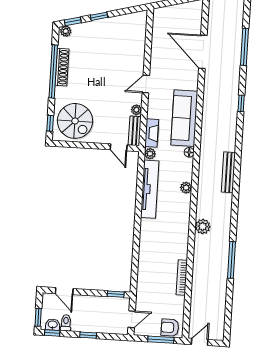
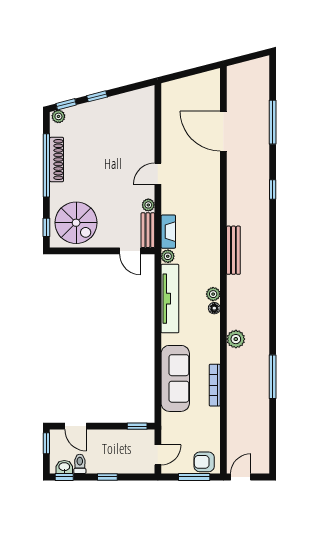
sofa: (184, 118) -> (175, 378), moved, turned 180
floor lamp: (189, 152) -> (214, 308), moved
bench: (228, 172) -> (233, 250), moved
bookcase: (182, 277) -> (215, 385), moved
window: (38, 317) -> (46, 443), moved

